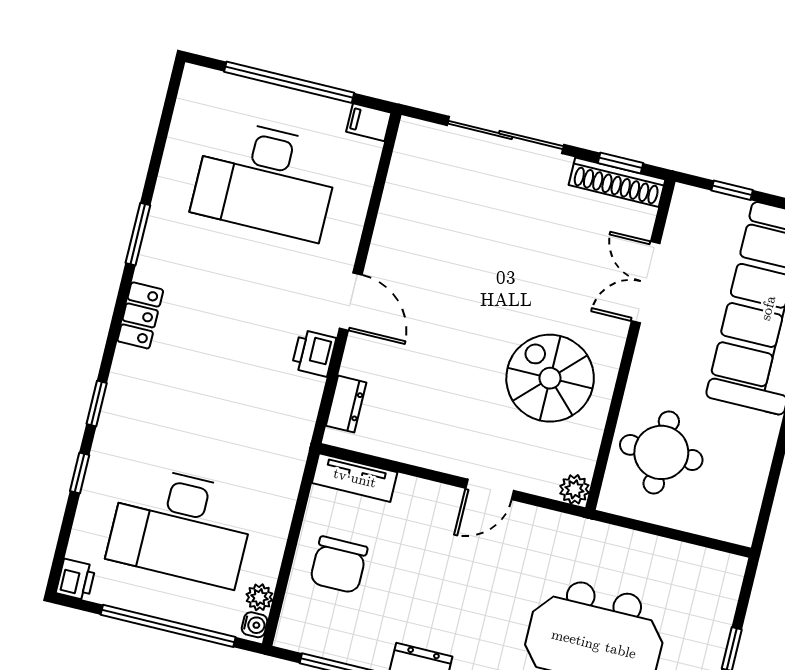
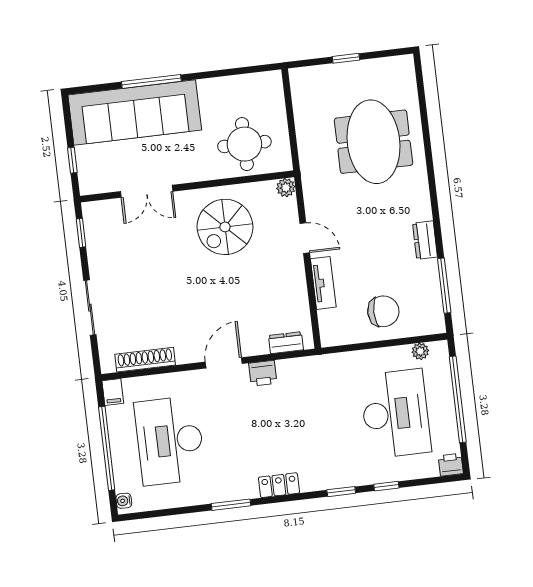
sliding door: (506, 135) -> (90, 308), width x0.73
desk: (266, 179) -> (170, 441), turned 180
shoe rack: (617, 182) -> (145, 360), moved, turned -90
tv unit: (355, 478) -> (323, 283), moved
water cooler: (255, 625) -> (124, 501), moved, turned -90

